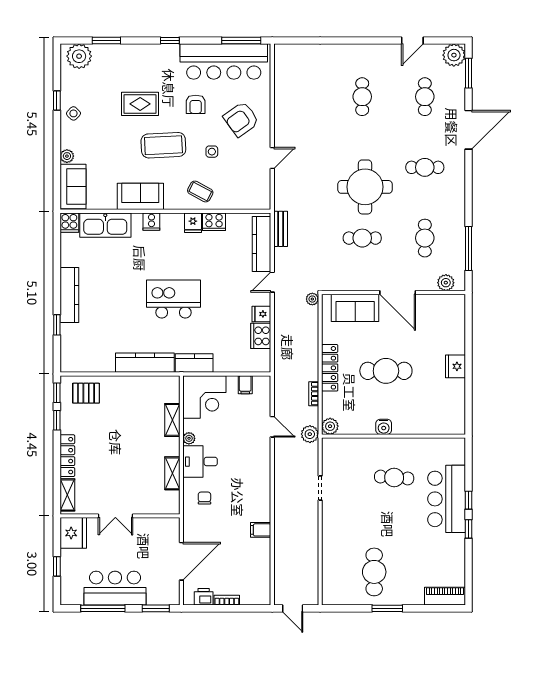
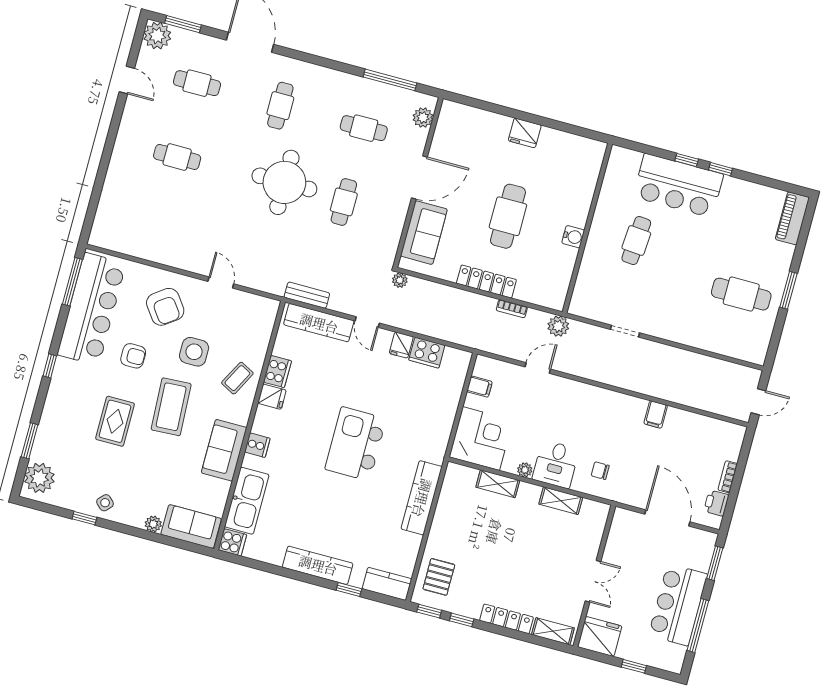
side table: (212, 152) -> (194, 352), width x1.87, depth x1.87
kitchen counter: (194, 363) -> (387, 584), moved, turned 90
plant: (330, 426) -> (555, 300), removed

